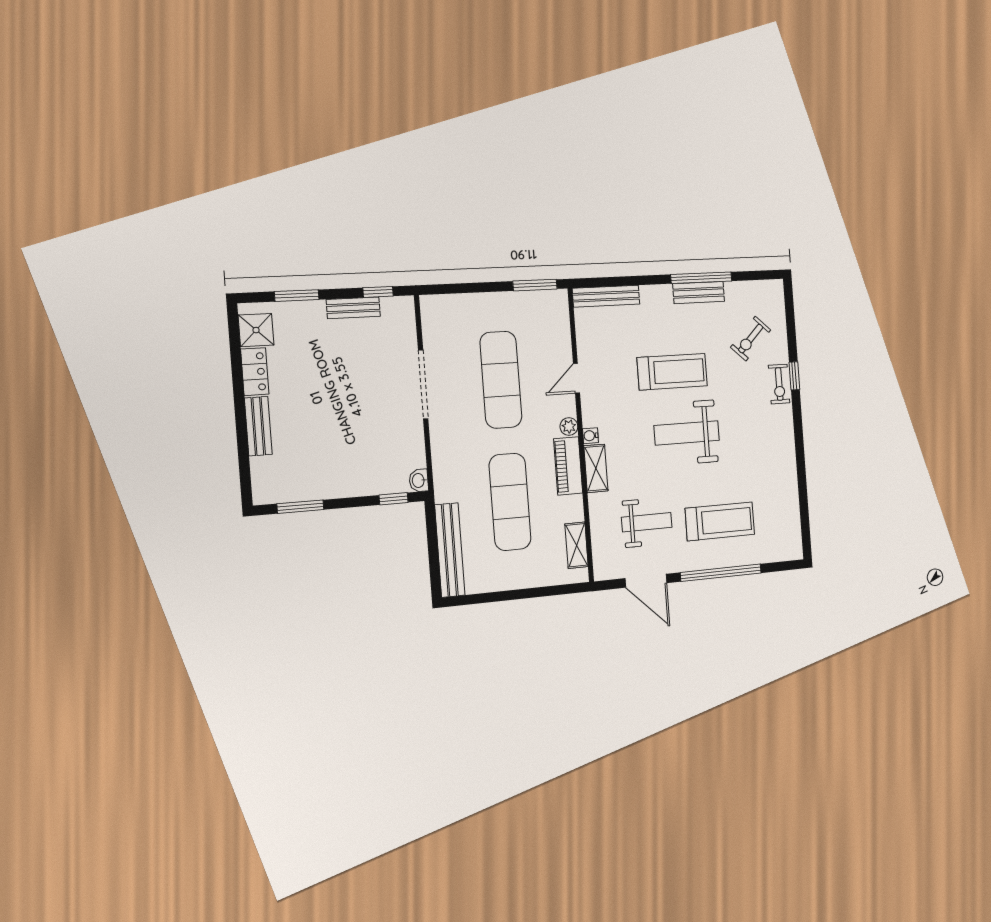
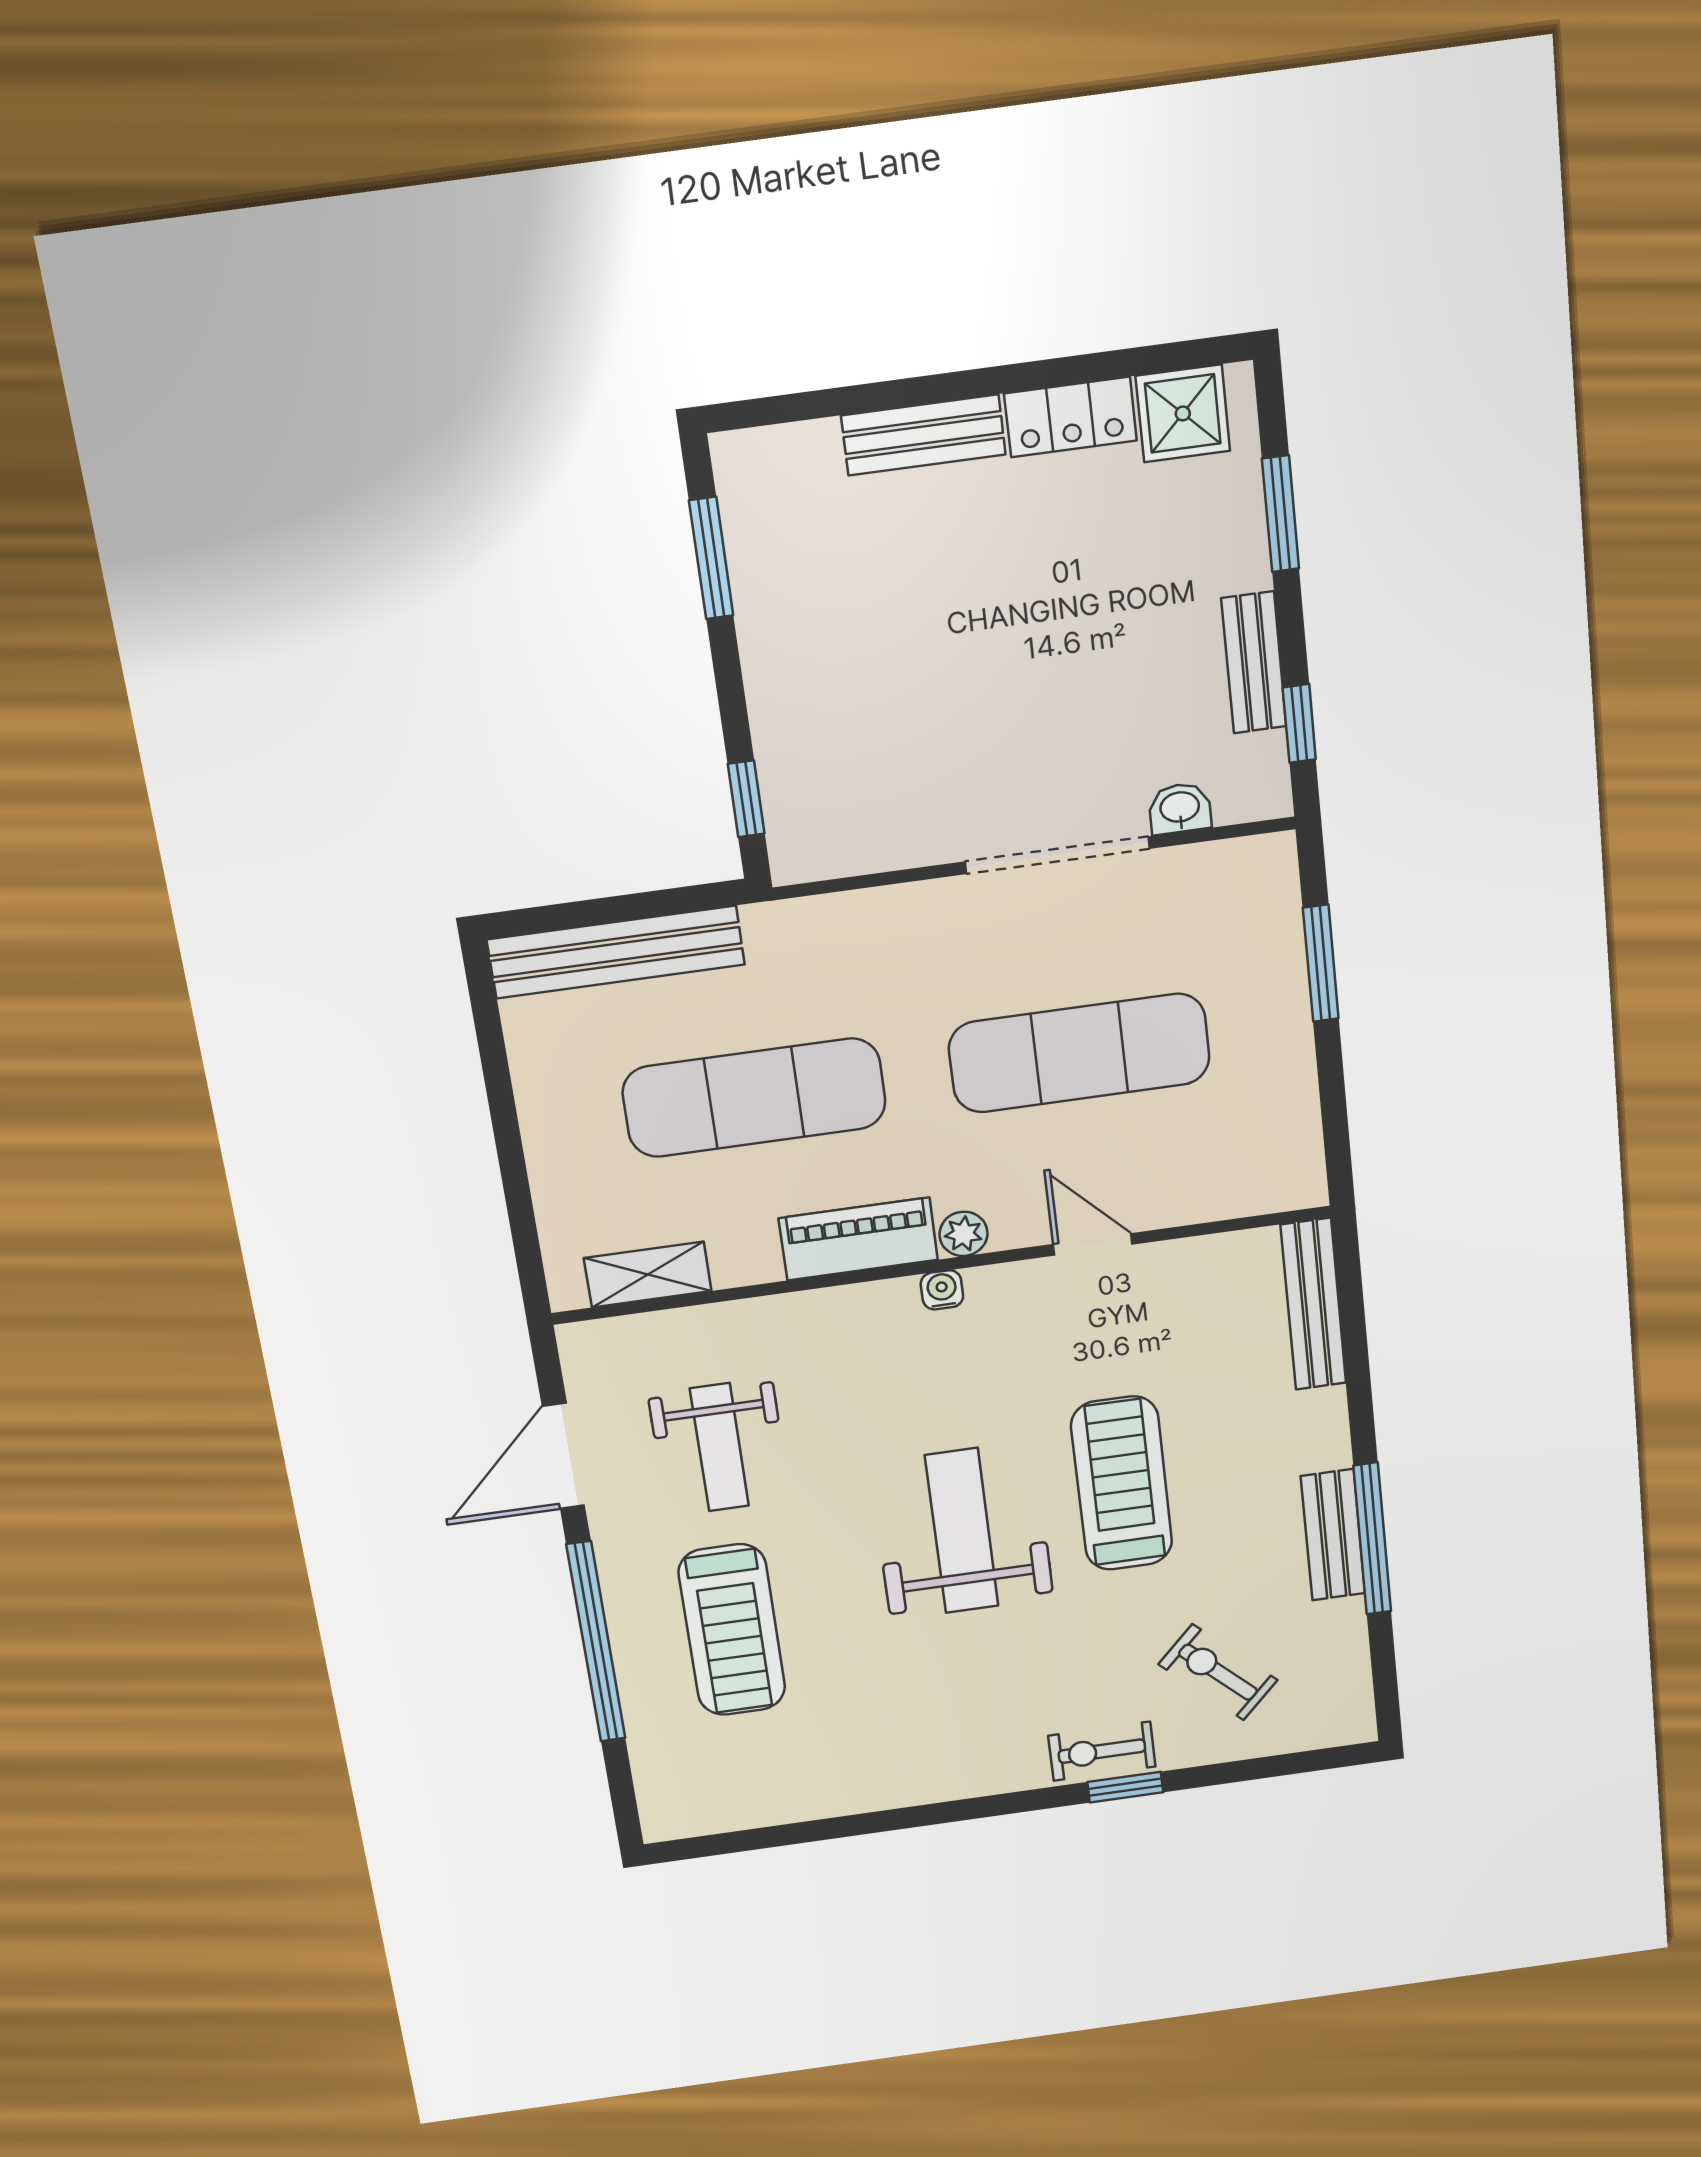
window: (535, 285) -> (1321, 963), moved
treadmill: (672, 372) -> (1122, 1483), turned 180
shelving: (596, 468) -> (856, 1309), removed
washbasin: (419, 480) -> (1180, 808), moved

